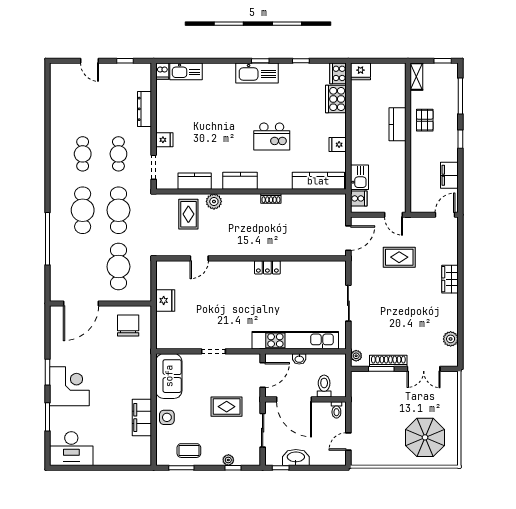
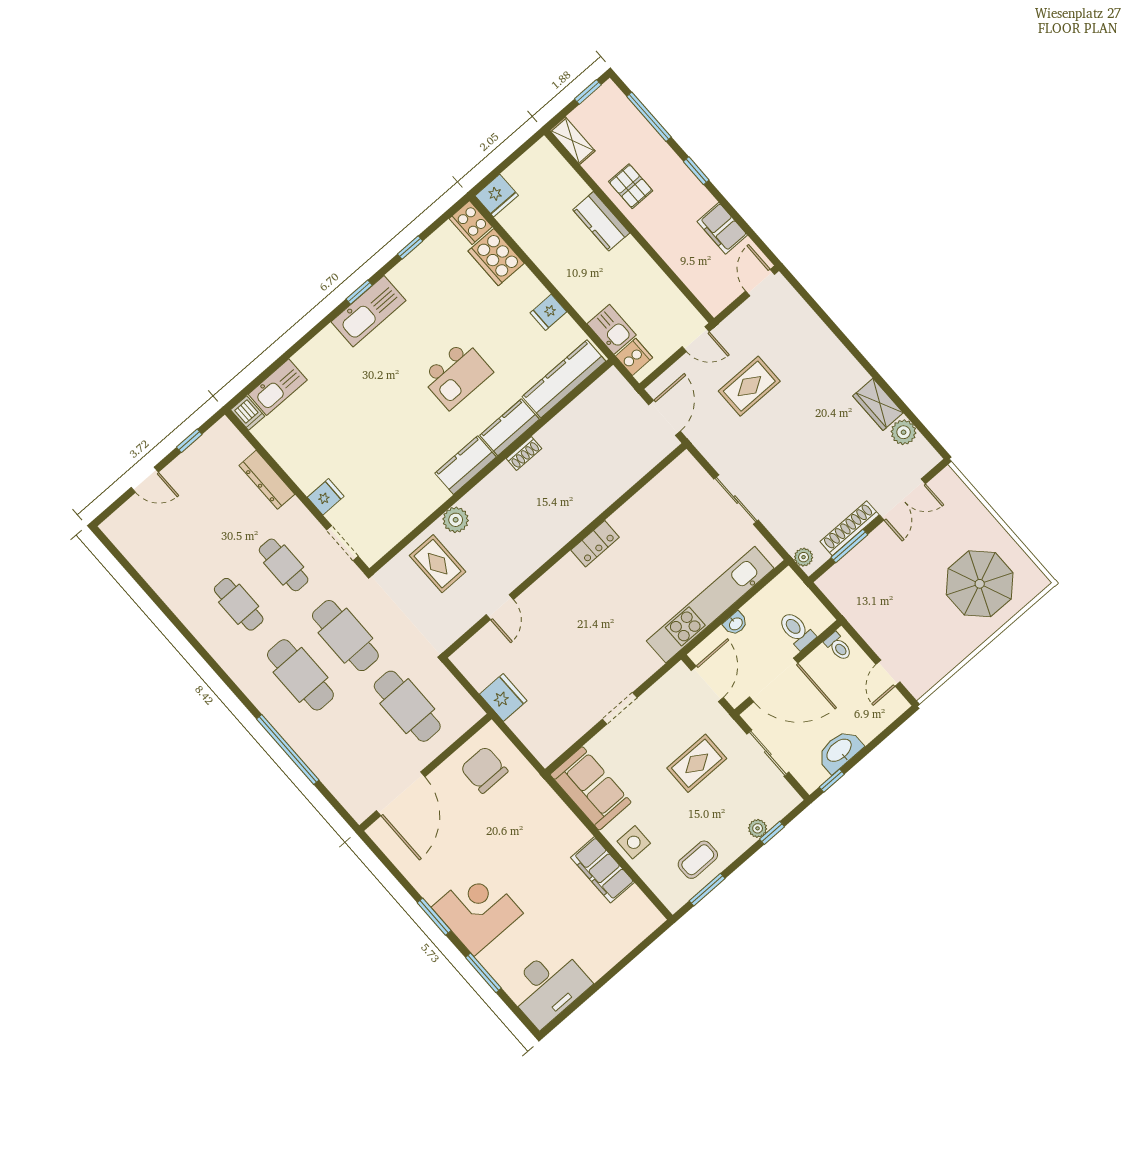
kitchen counter: (195, 181) -> (510, 427), moved
wardrobe: (450, 279) -> (878, 404), moved

